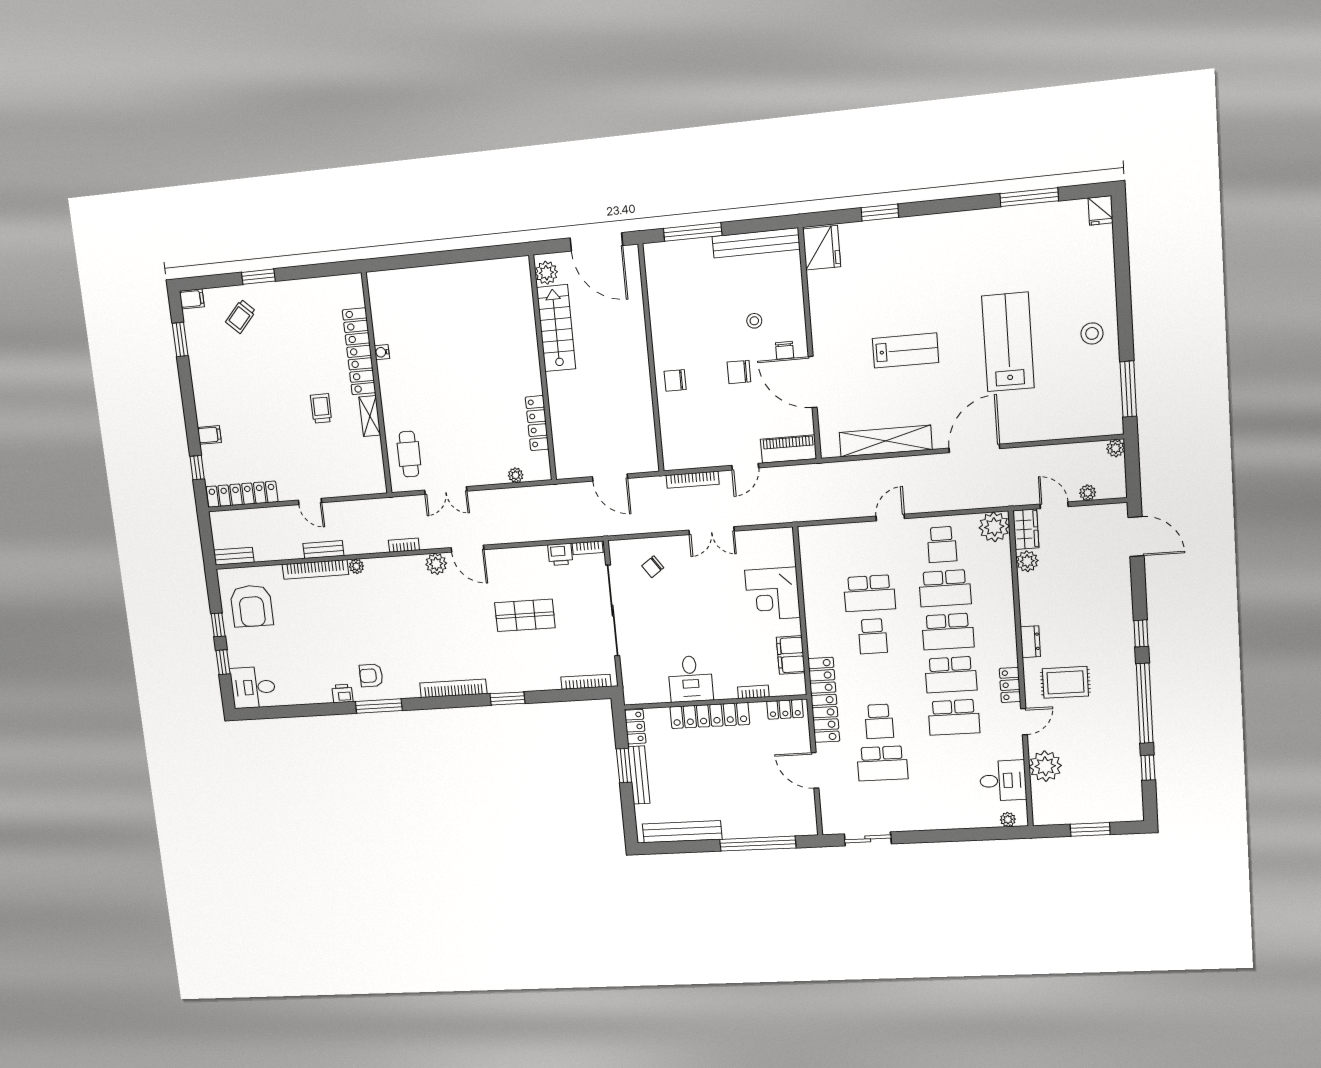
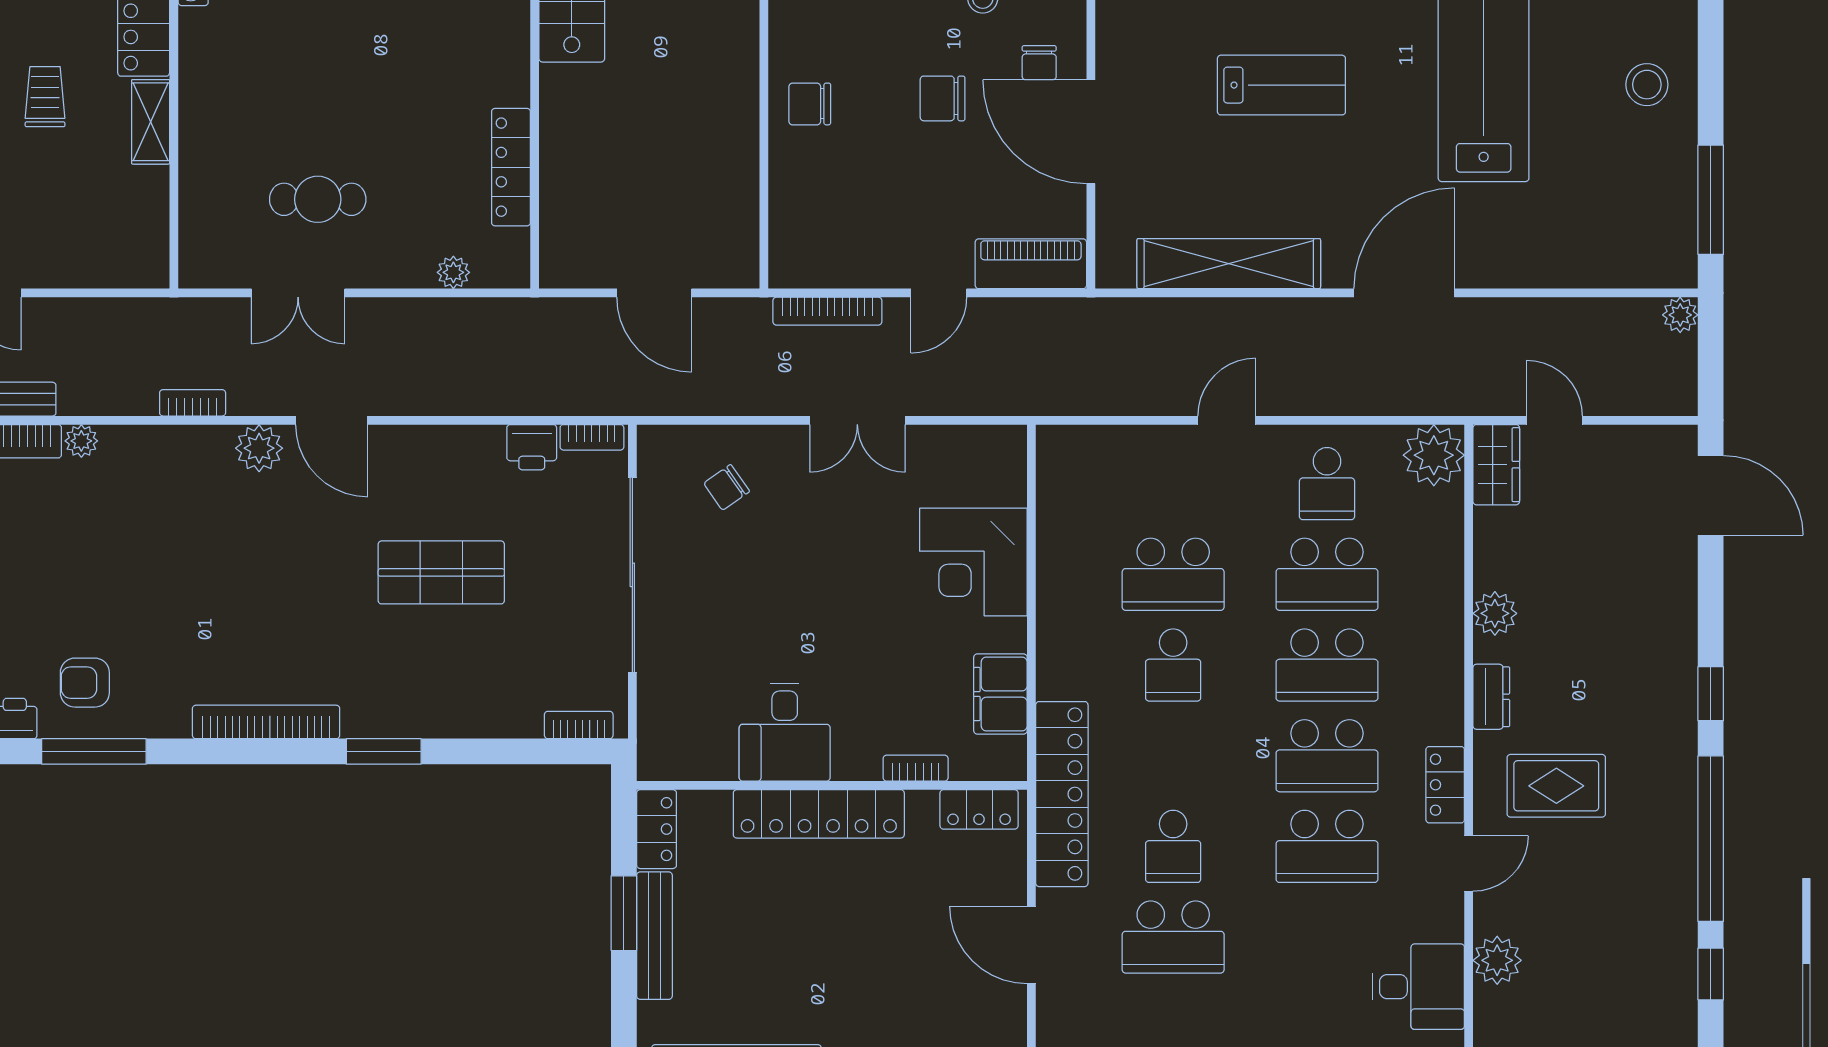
cafe table: (409, 454) -> (318, 199), moved, turned 90
plant: (1088, 493) -> (1621, 400), removed
plant: (1027, 561) -> (1495, 613), moved
bookcase: (586, 682) -> (579, 725), width x0.64
plant: (1045, 766) -> (1497, 960), width x0.73, depth x0.73

